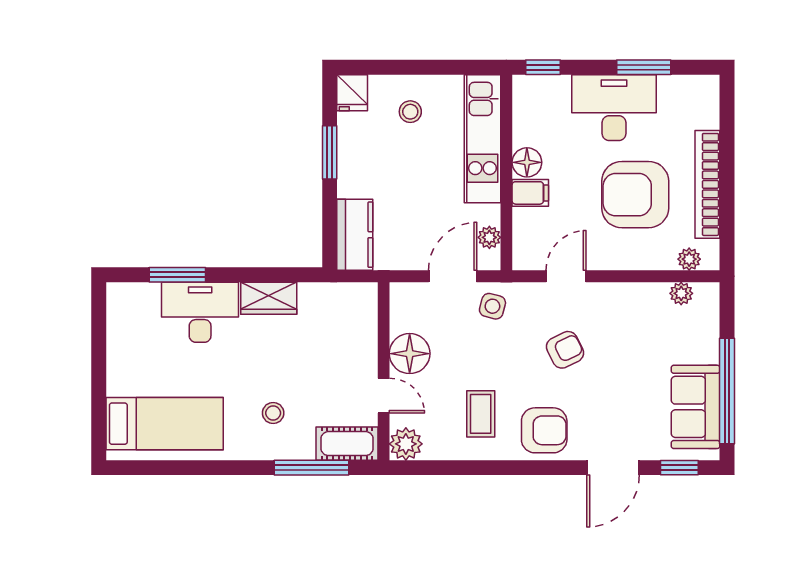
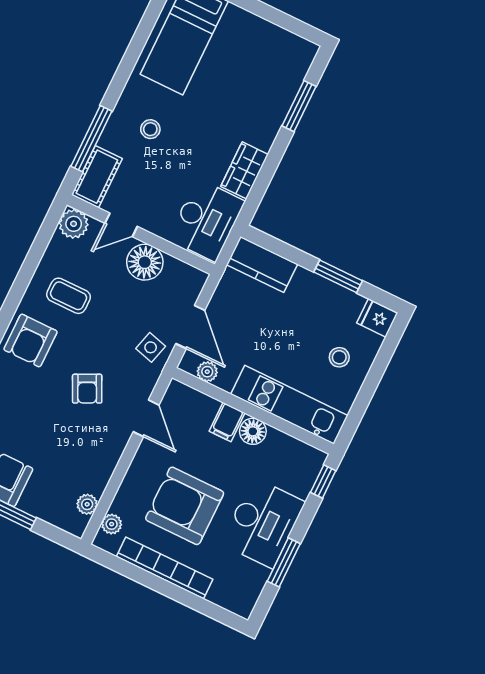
armchair: (635, 195) -> (185, 506), turned -90
desk: (200, 312) -> (206, 220), moved

